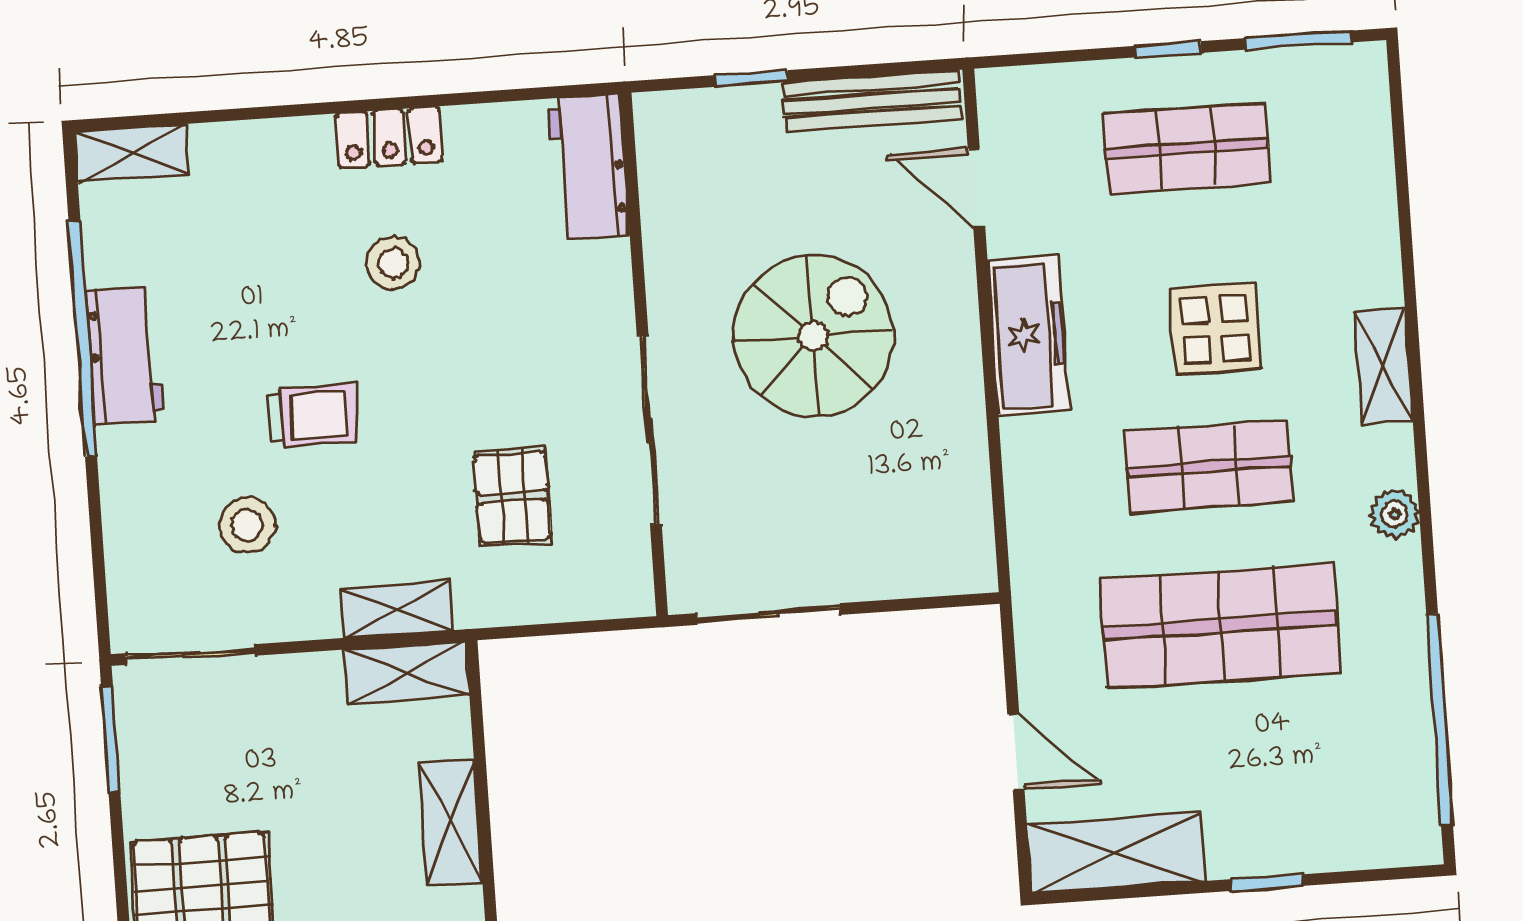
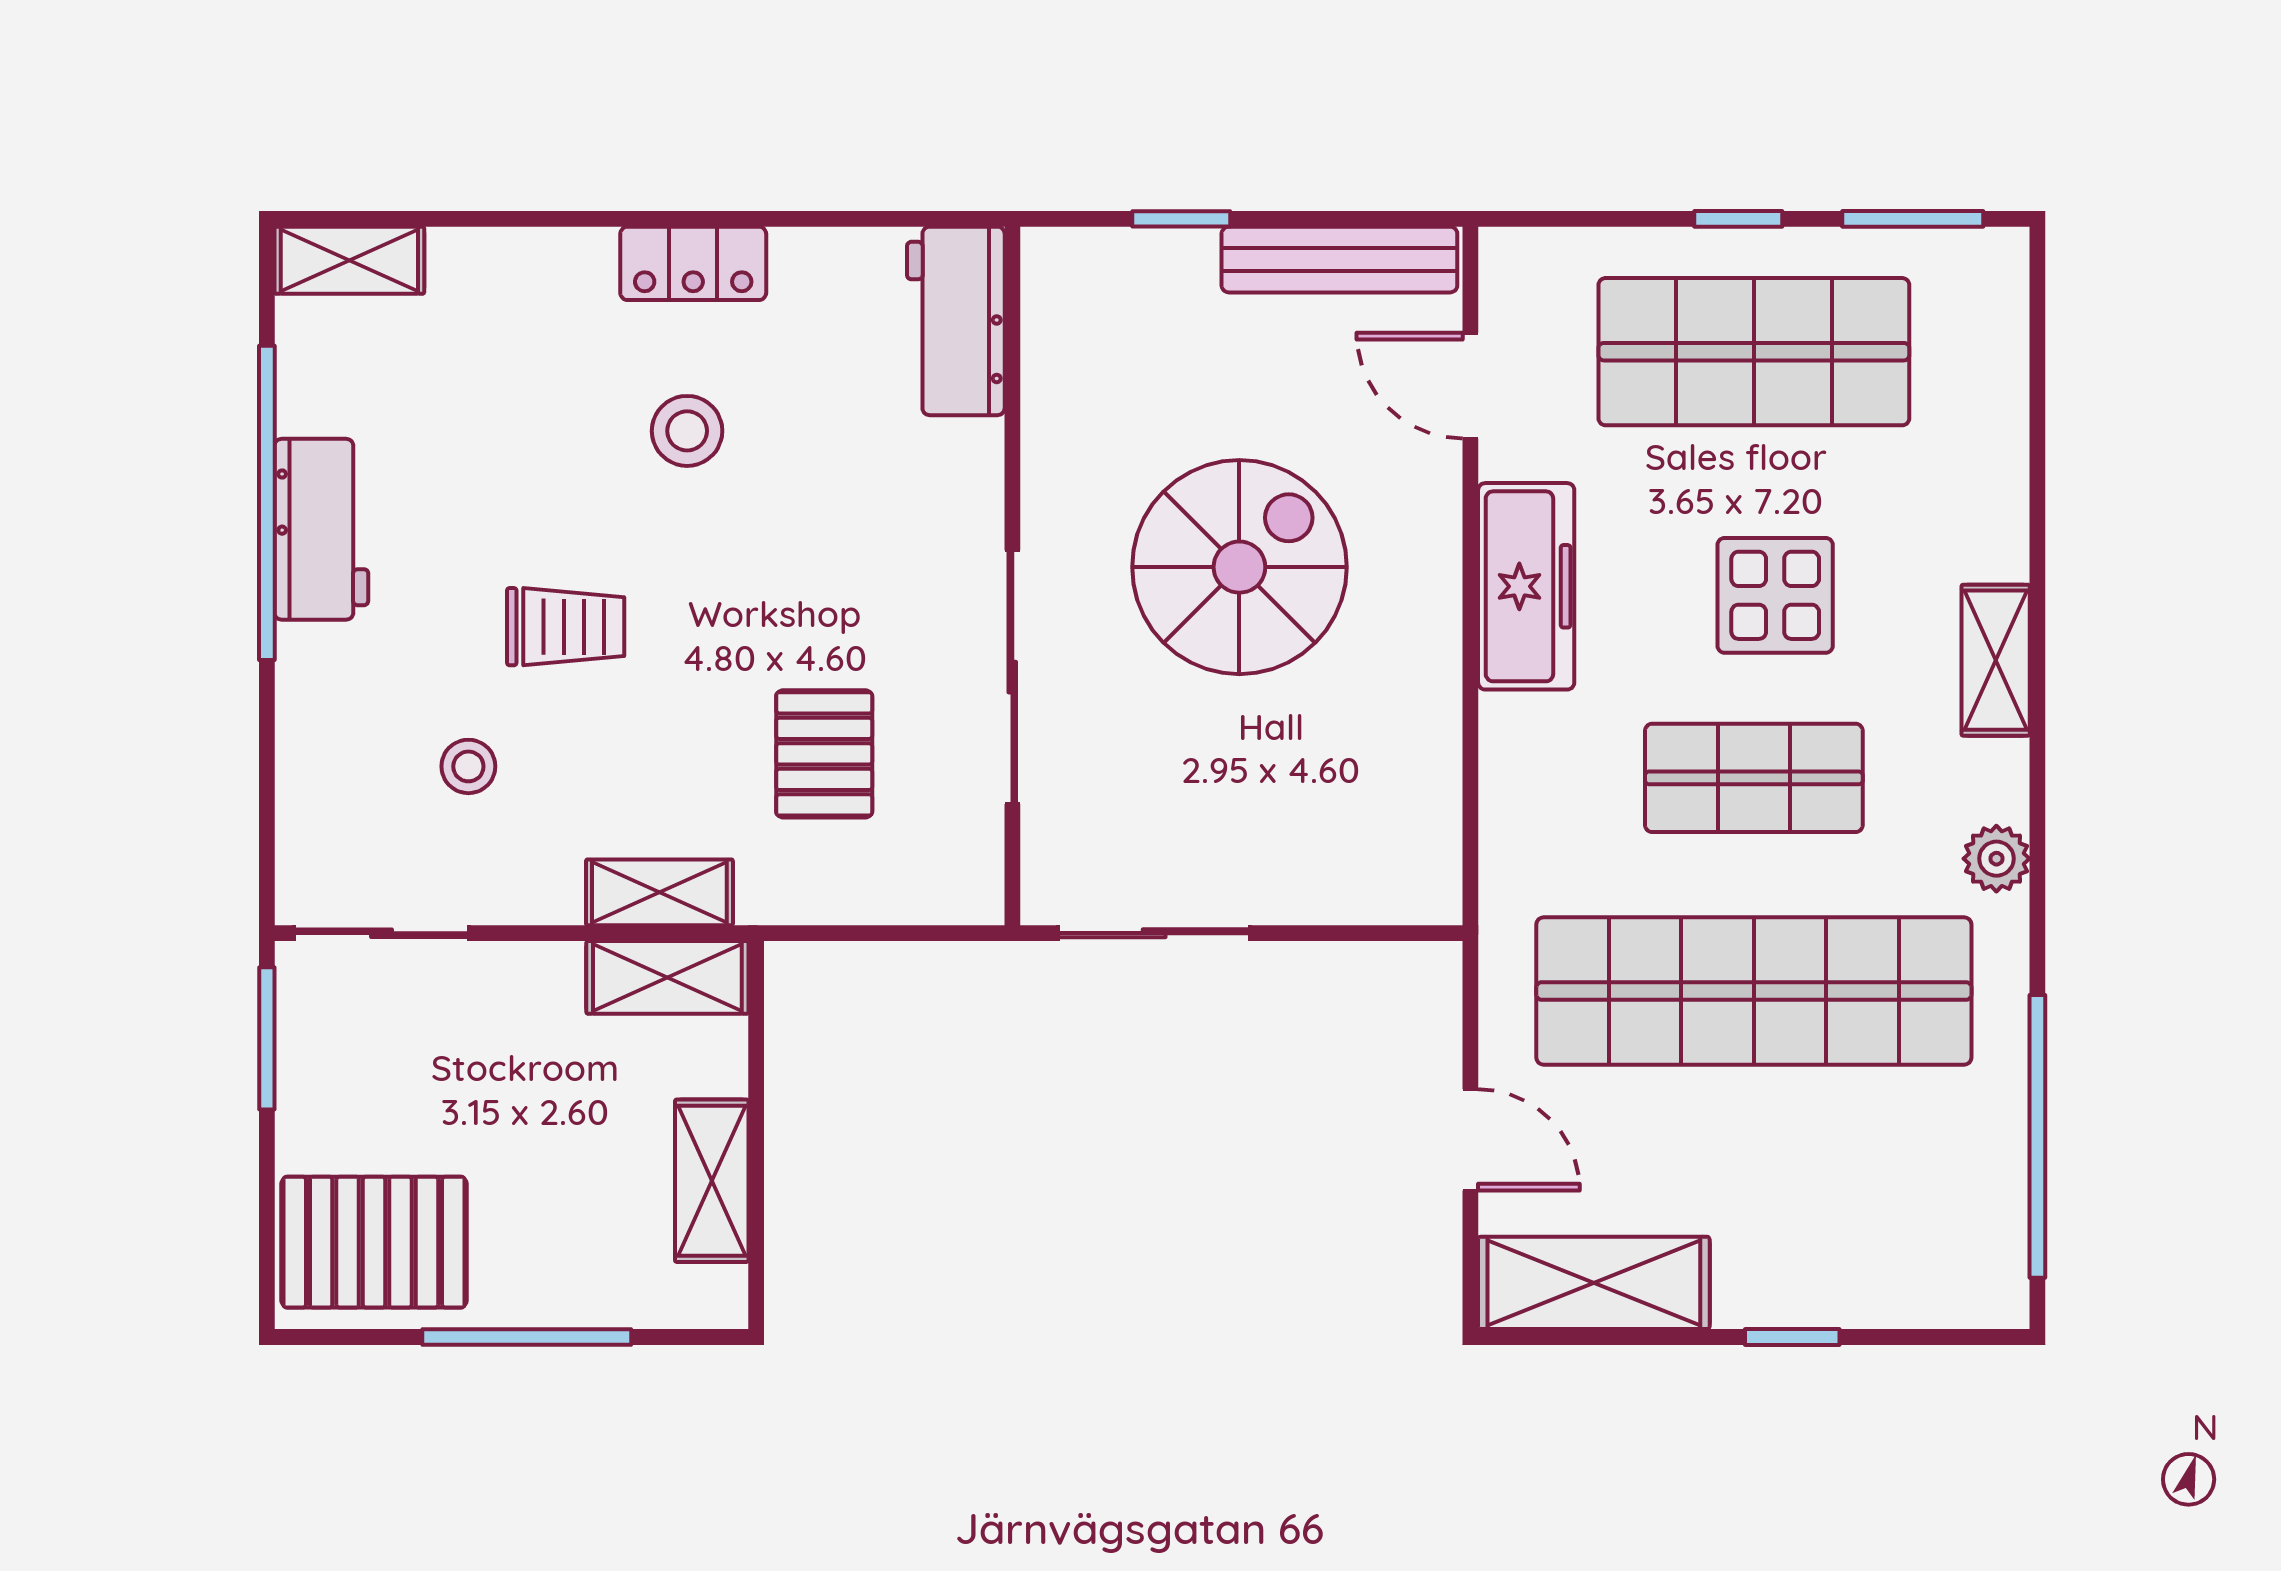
shop shelf: (1187, 148) -> (1754, 352), width x1.43, depth x1.36
stool: (247, 525) -> (468, 766), width x0.73, depth x0.73
shop shelf: (1220, 626) -> (1754, 991), width x1.40

